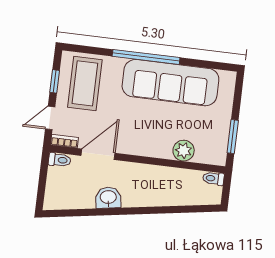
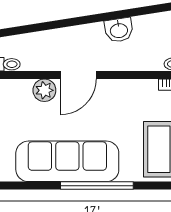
door: (98, 154) -> (78, 75), moved

